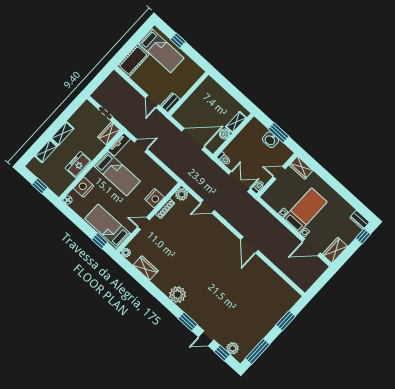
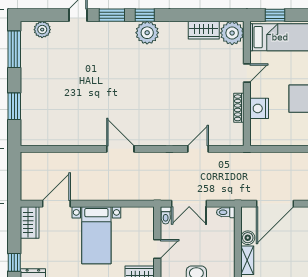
plant: (182, 194) -> (235, 137), removed
plant: (126, 253) -> (232, 33), width x1.87, depth x1.87
window: (222, 353) -> (145, 15), moved

